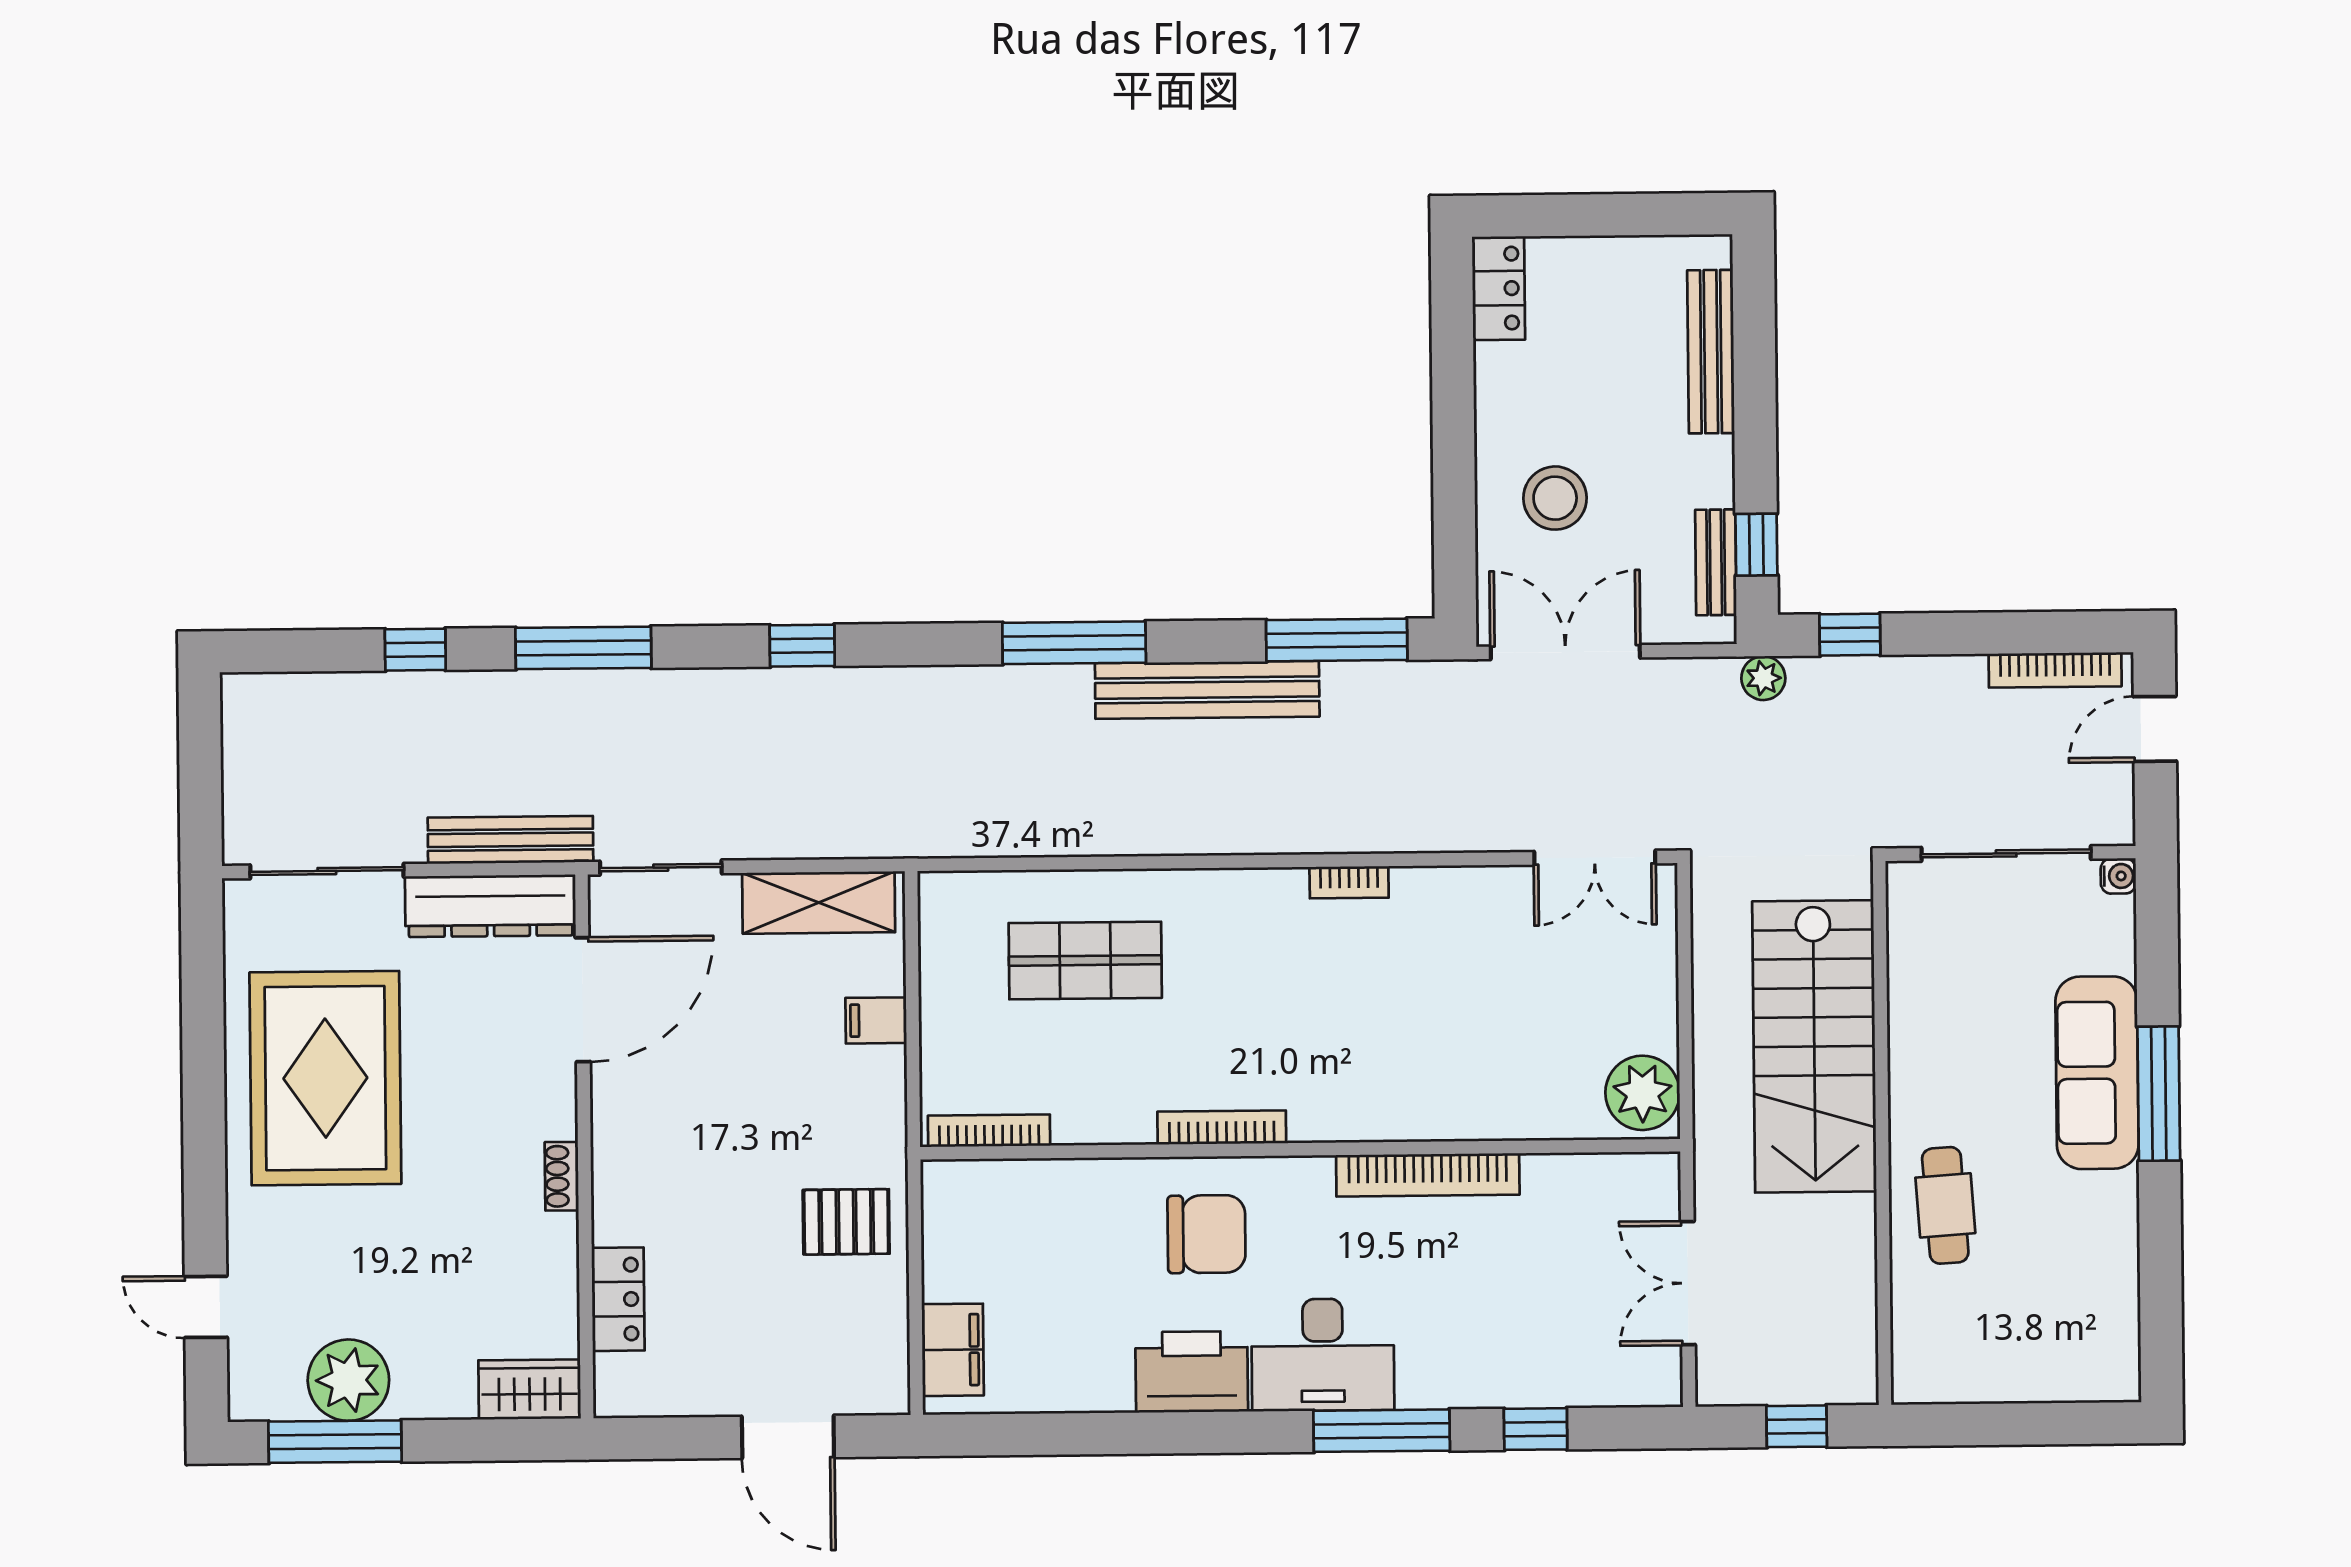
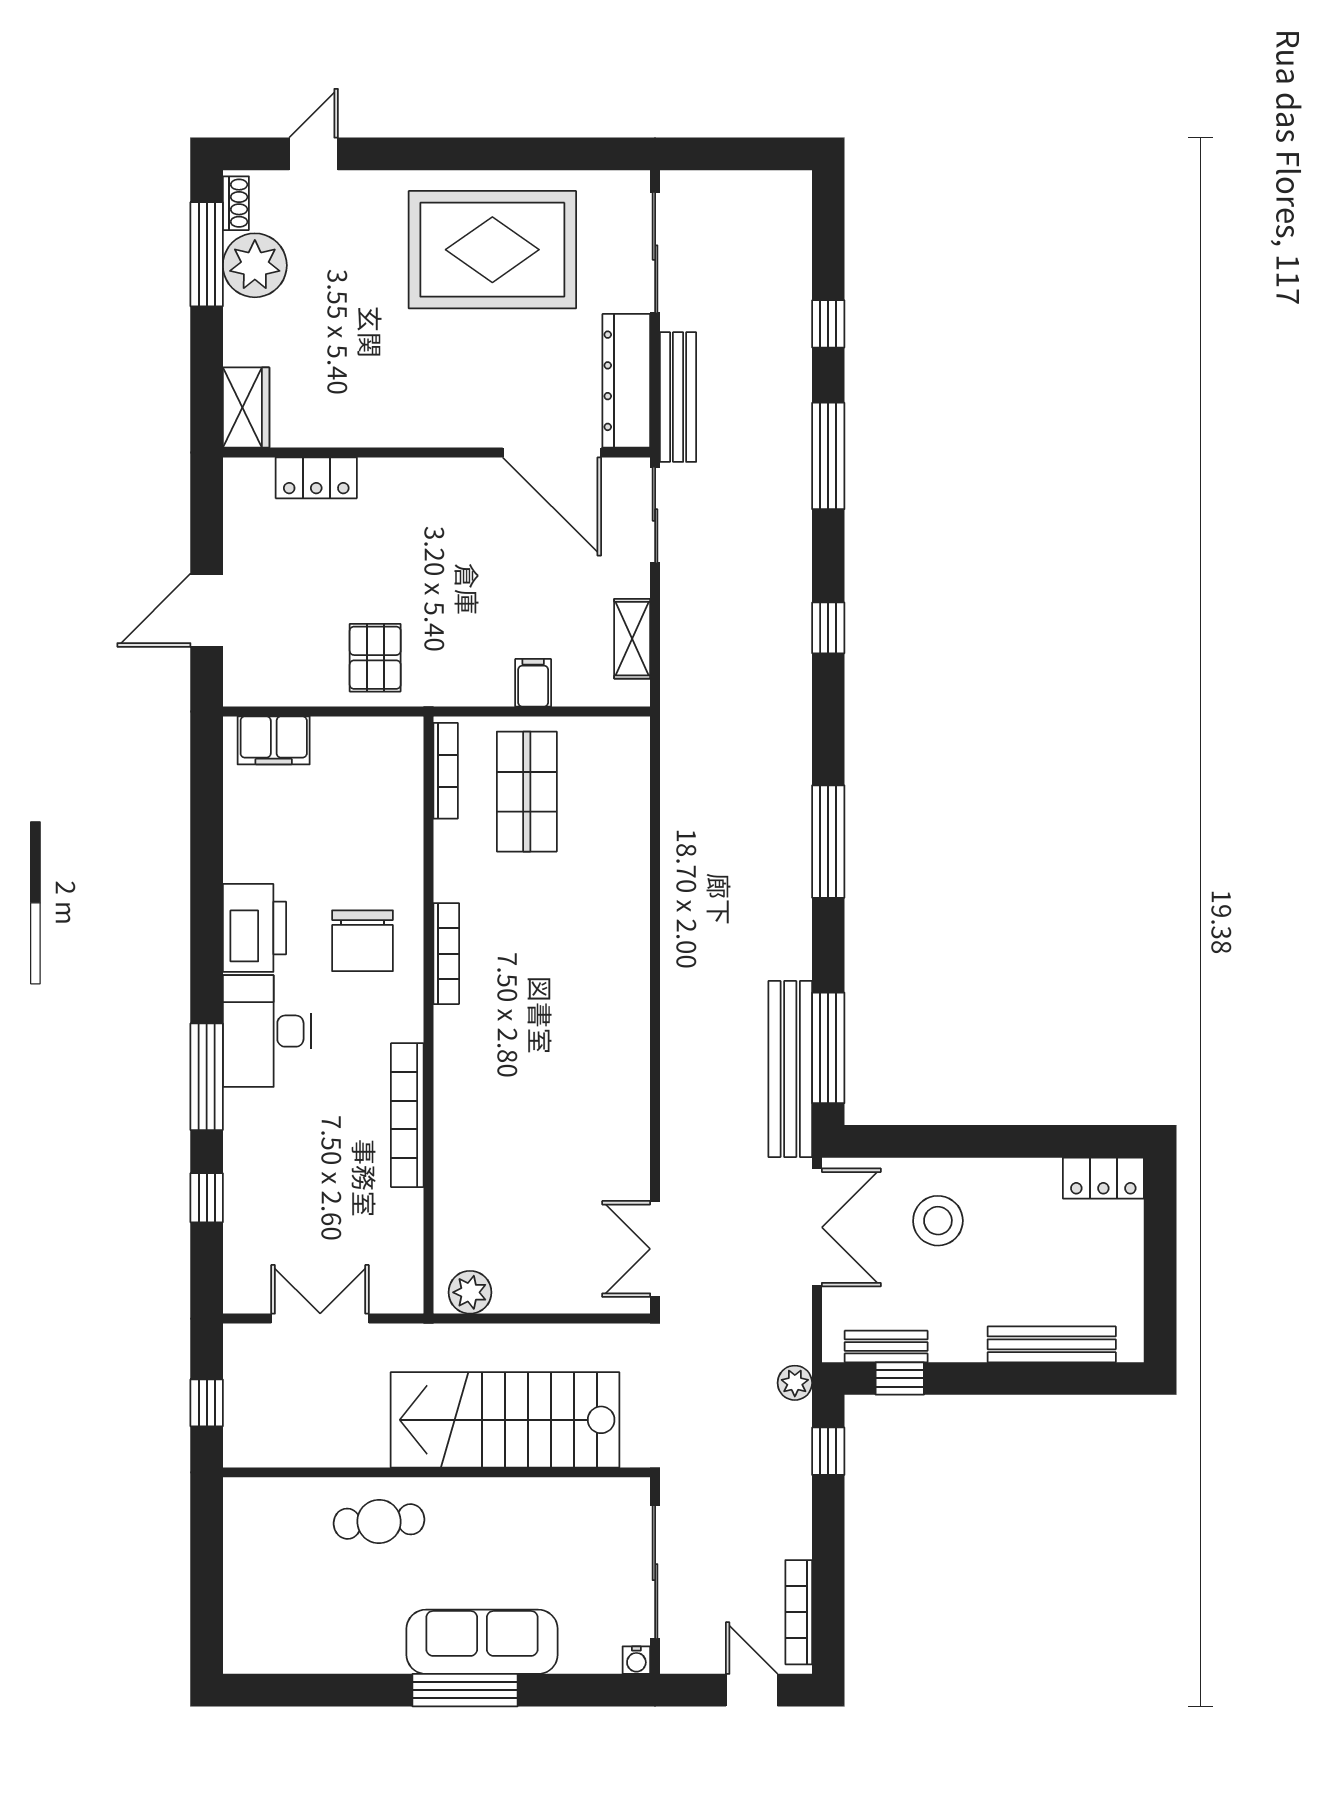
bench: (1207, 690) -> (790, 1069), moved
bookcase: (1349, 882) -> (638, 1056), removed
shelving: (819, 903) -> (632, 639), width x0.67, depth x0.75
shop shelf: (1085, 960) -> (527, 792), moved
plant: (1643, 1093) -> (470, 1292), width x0.73, depth x0.73
shoe rack: (562, 1176) -> (236, 203), moved, turned 90

